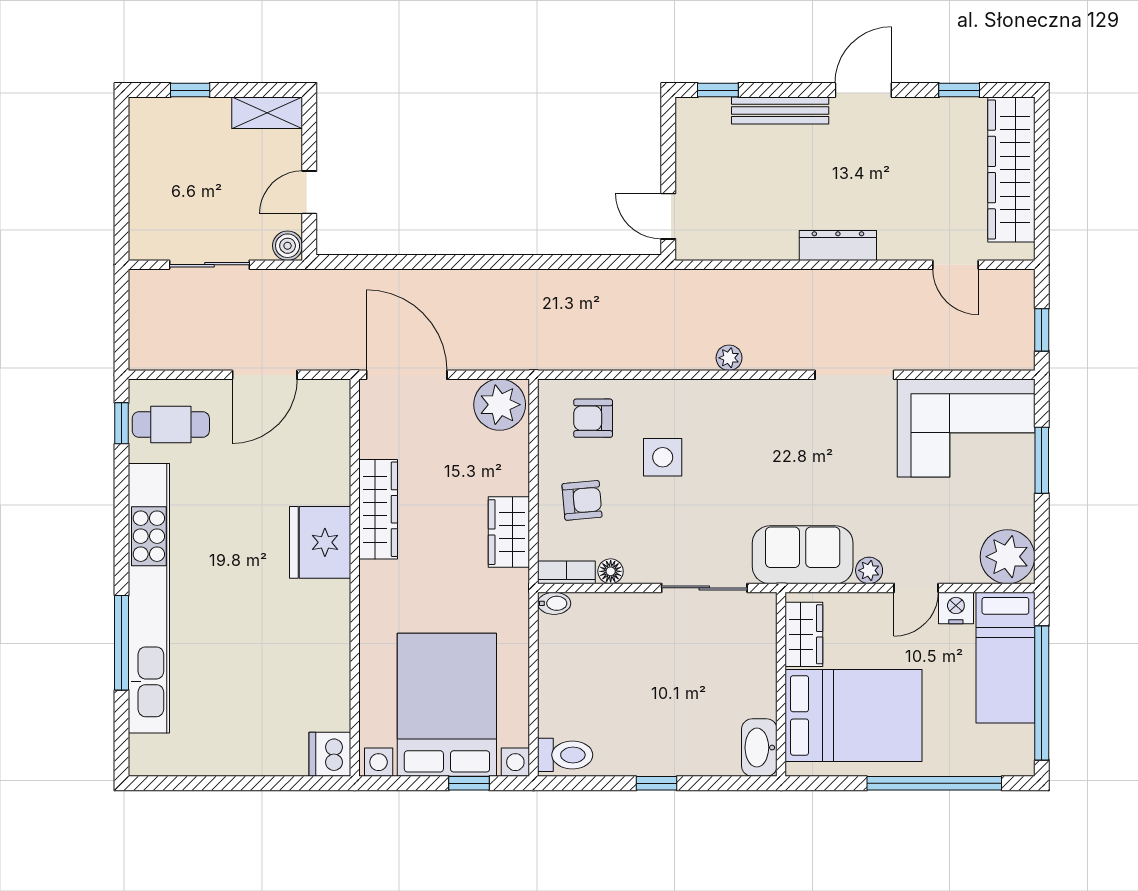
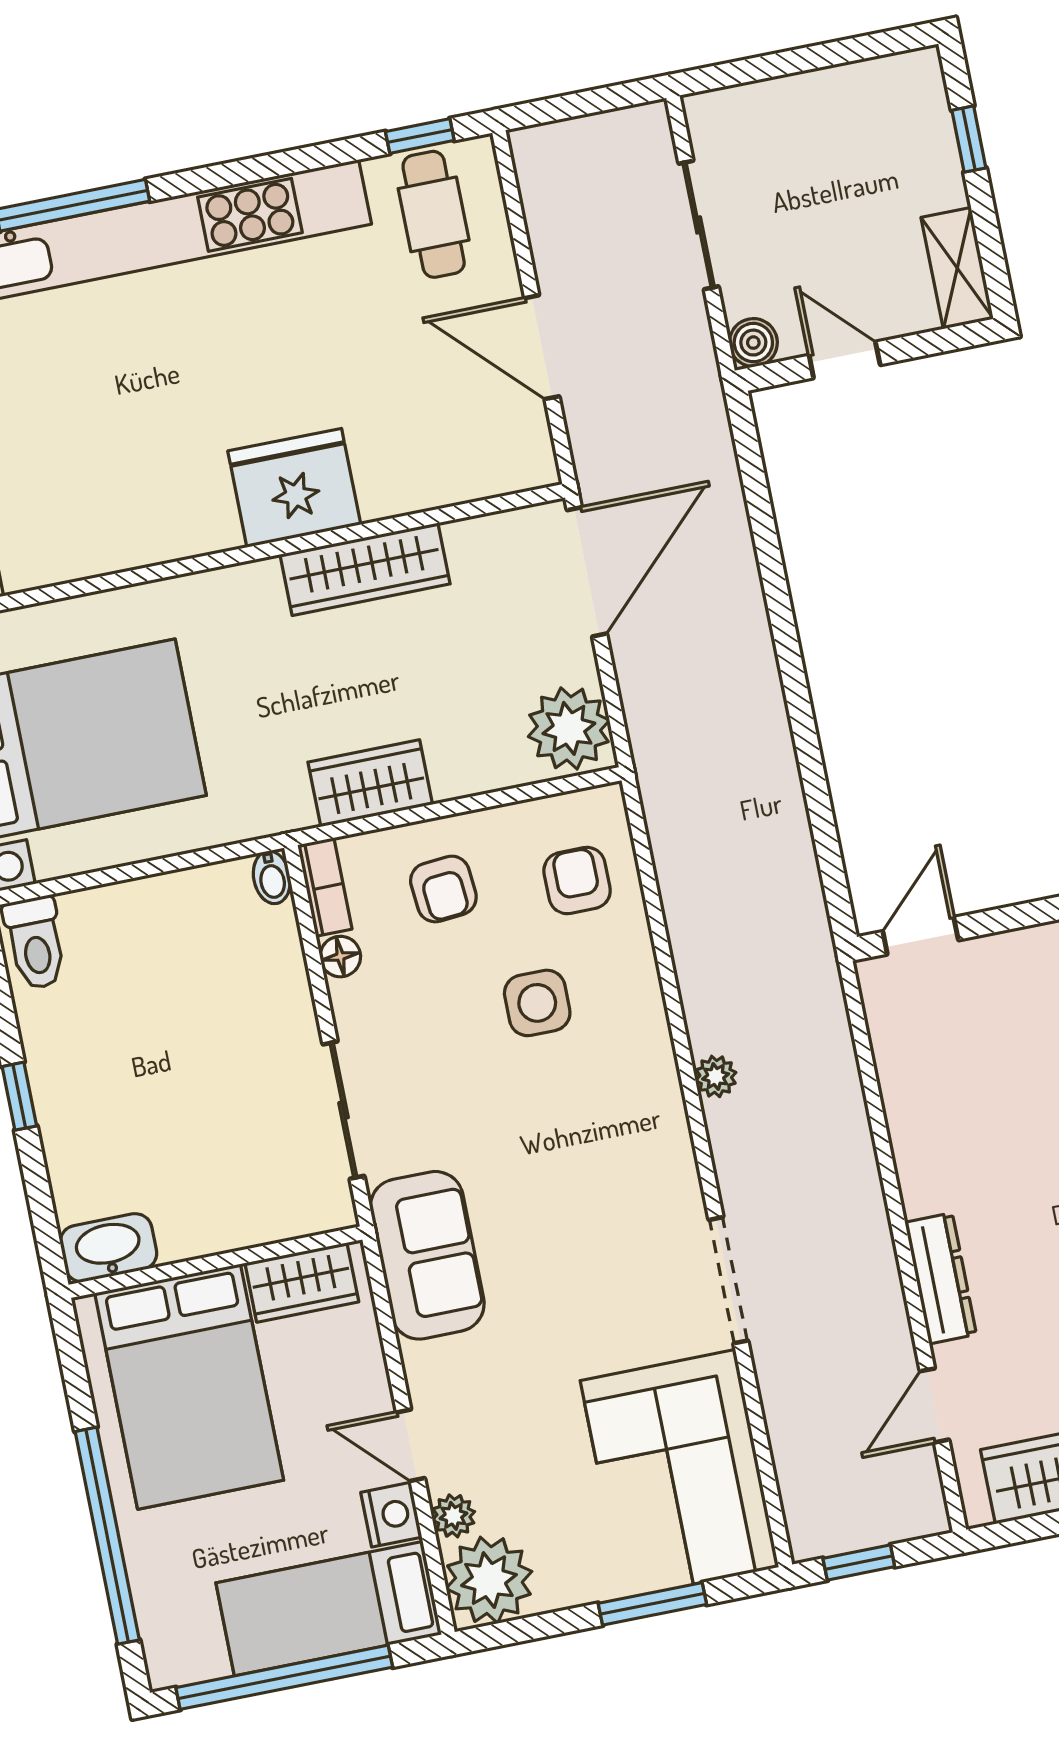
dresser: (838, 246) -> (941, 1278), moved
plant: (869, 570) -> (453, 1516), moved

